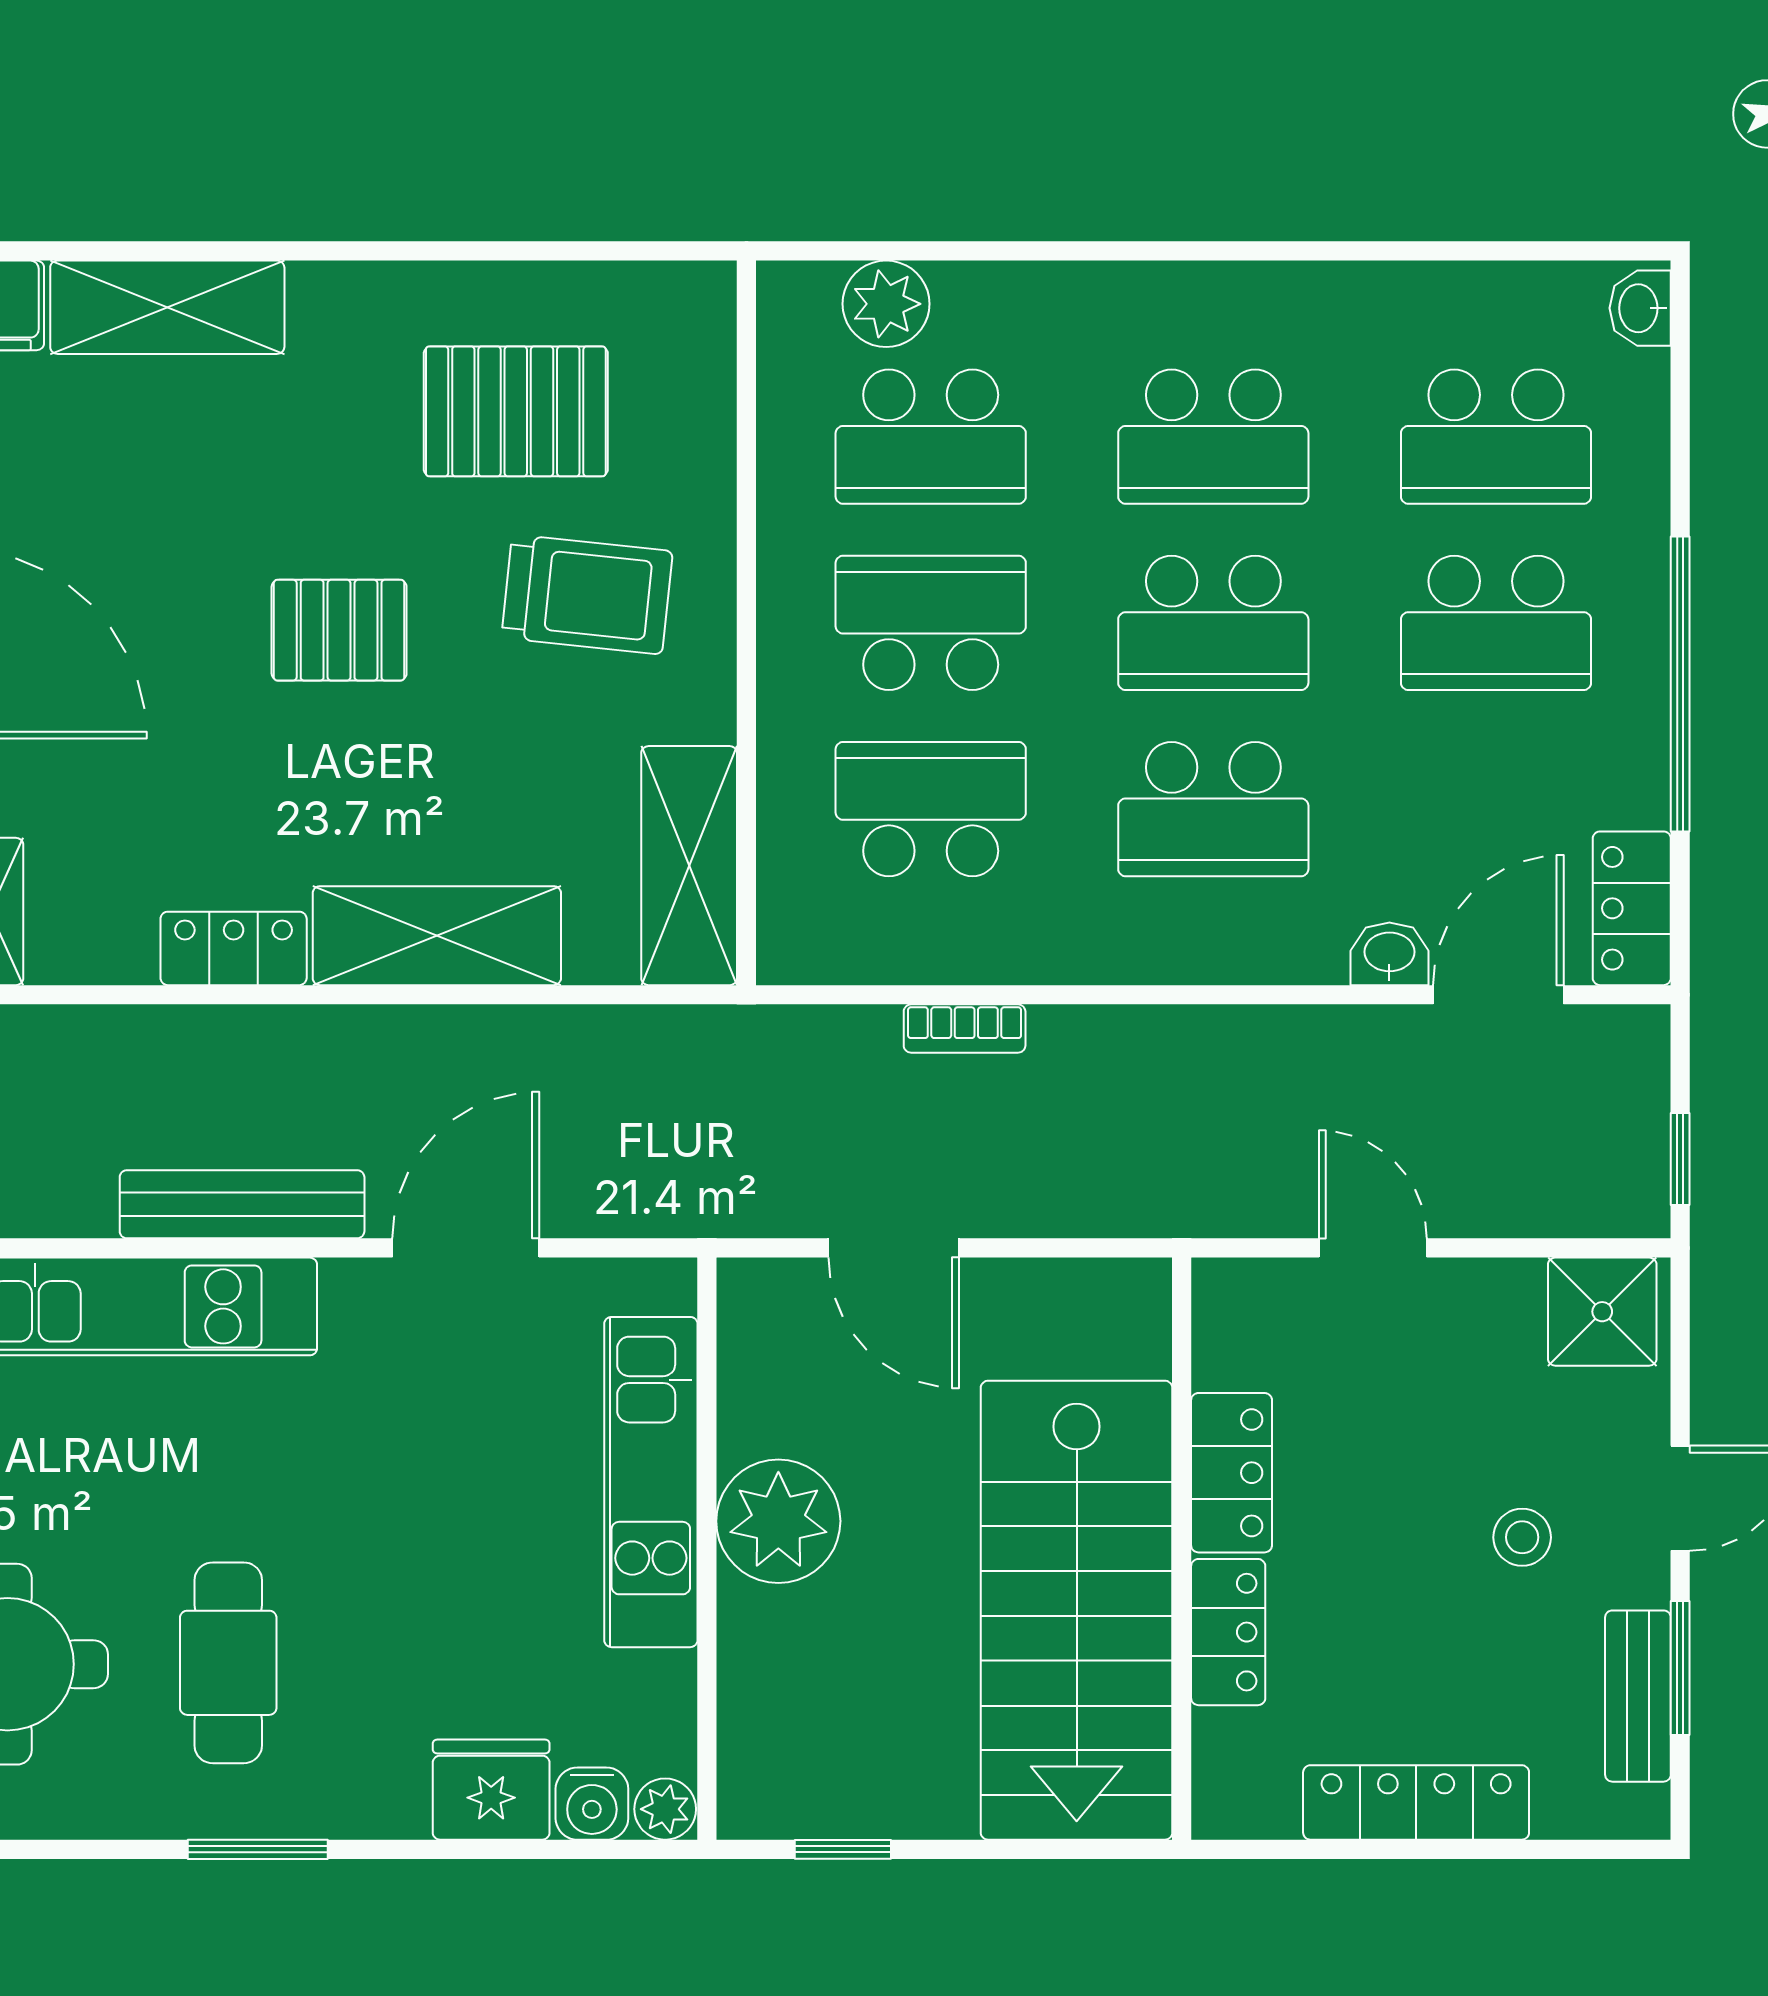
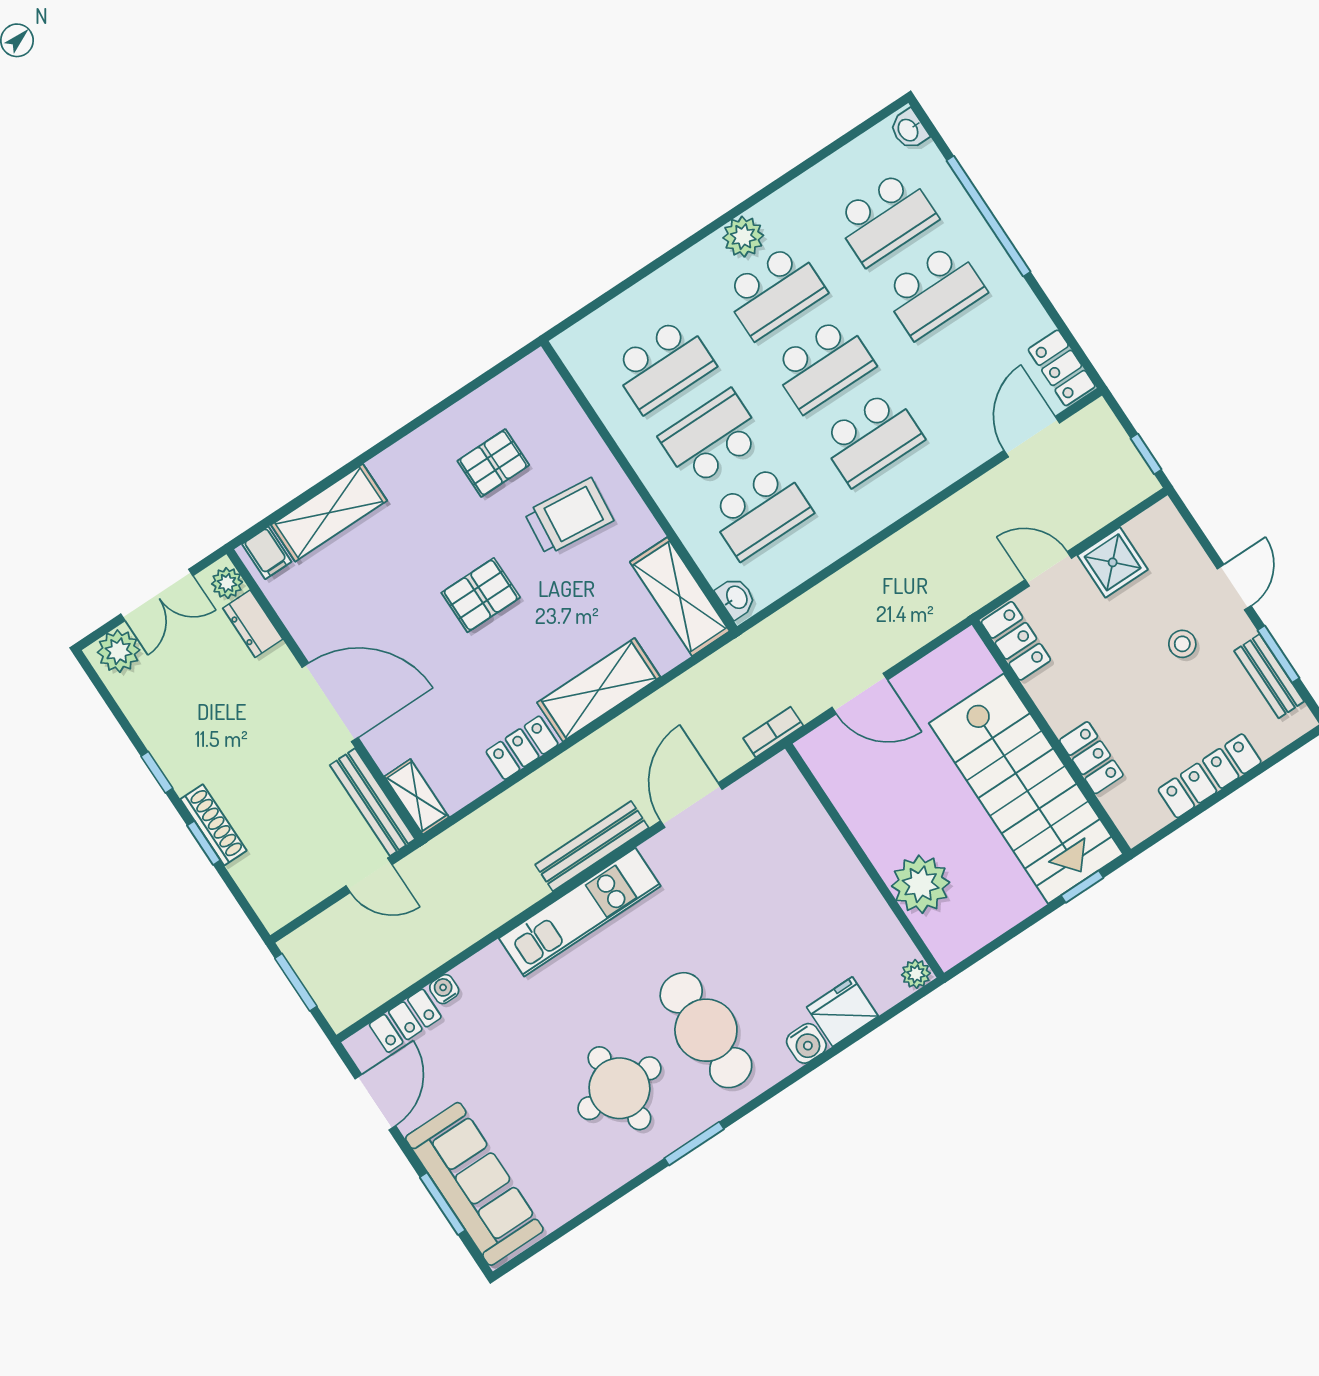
plant: (886, 304) -> (743, 237), moved
pallet: (516, 411) -> (493, 463), width x0.67, depth x0.71
window: (1680, 684) -> (989, 216), moved
school desk: (931, 809) -> (760, 511), turned 180
washbasin: (1389, 954) -> (736, 598), moved, turned 90
bookcase: (965, 1029) -> (773, 732), moved, turned 180
shower: (1602, 1312) -> (1113, 562), moved
locker: (1232, 1473) -> (1016, 641), moved
kitchen unit: (651, 1482) -> (825, 849), removed
plant: (778, 1521) -> (921, 884), moved
cafe table: (228, 1663) -> (706, 1030), width x1.37, depth x1.35
water cooler: (592, 1804) -> (806, 1043), moved
window: (258, 1849) -> (694, 1144), moved
window: (843, 1849) -> (1082, 887), moved

